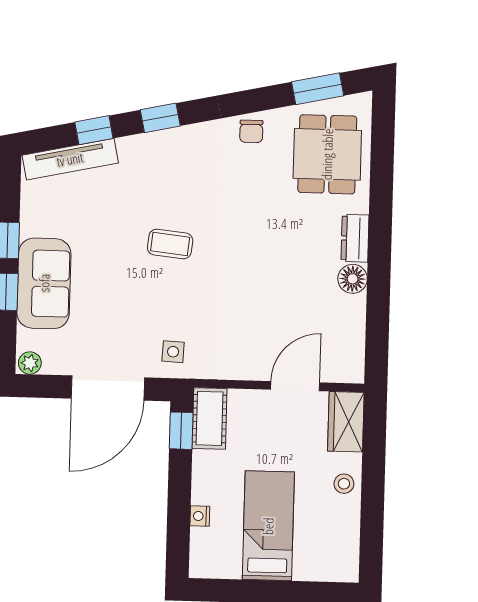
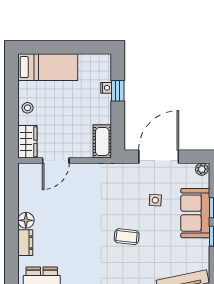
side table: (173, 352) -> (155, 200), moved
window: (181, 431) -> (118, 91), moved
bed: (268, 526) -> (48, 67), moved, turned -90

